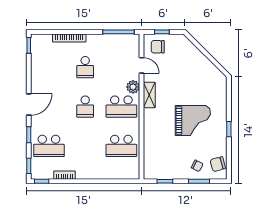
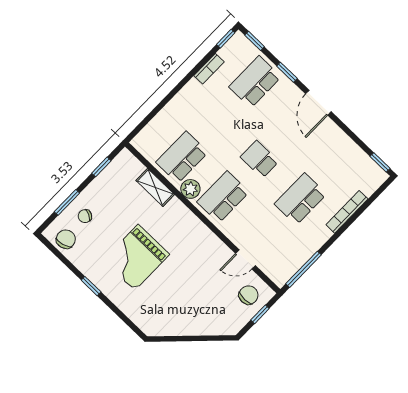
school desk: (85, 67) -> (300, 199), width x1.85
plant: (133, 87) -> (190, 189), moved
shelving: (149, 95) -> (155, 187), moved

